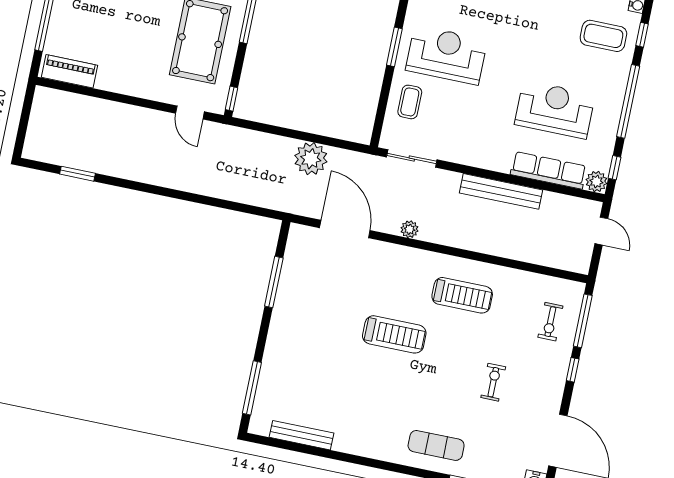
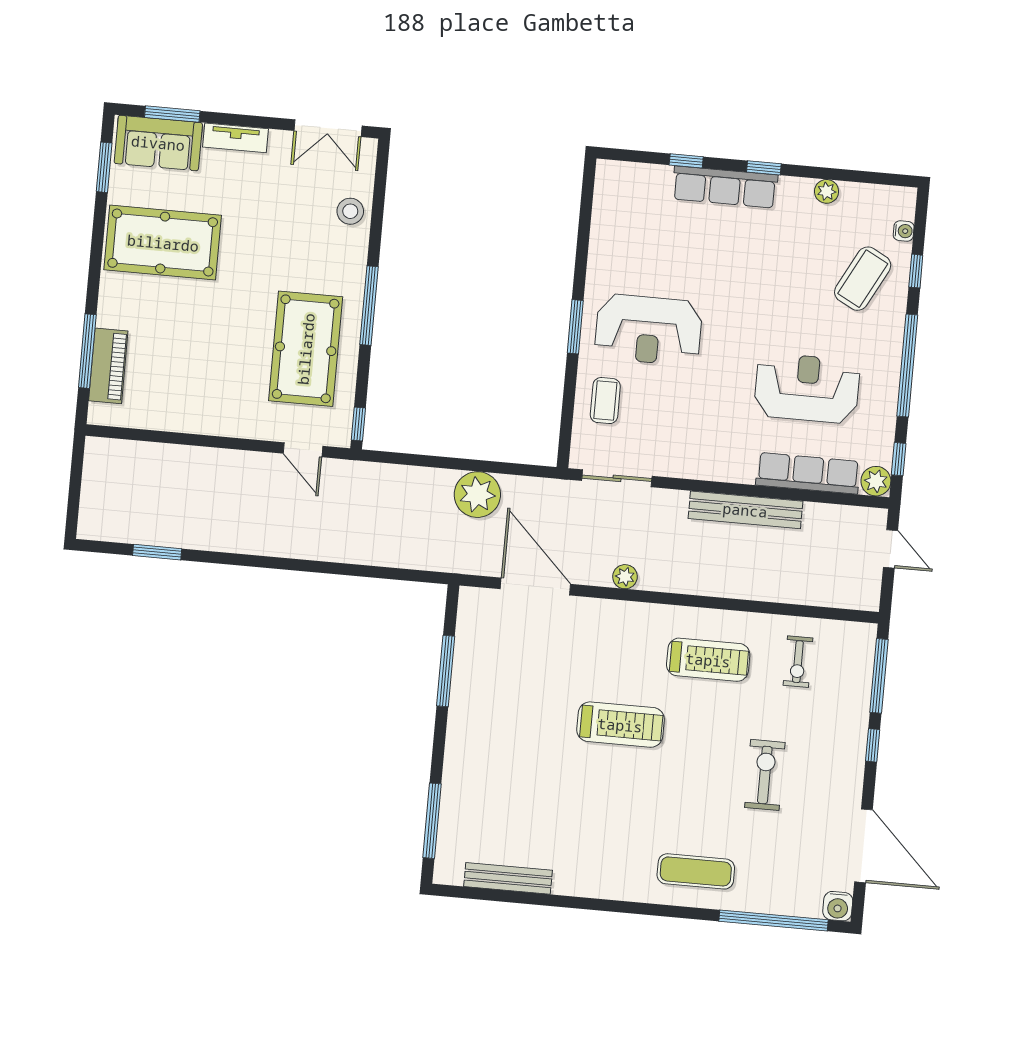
coffee table: (603, 36) -> (863, 279), turned -62
reception desk: (446, 55) -> (648, 330), turned 180
piano: (70, 71) -> (108, 366), moved, turned 90
exercise bike: (550, 322) -> (798, 662), moved
exercise bike: (493, 382) -> (765, 775), width x1.38, depth x1.39

